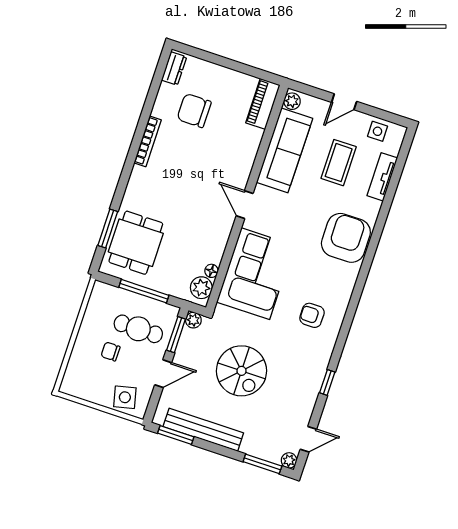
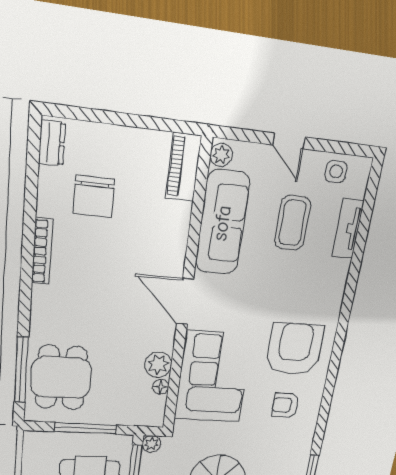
door: (344, 102) -> (289, 141), hinge flipped
chair: (194, 110) -> (94, 196), turned -90
door: (245, 205) -> (185, 301), width x1.38
window: (108, 229) -> (21, 370), width x1.44
armchair: (346, 238) -> (295, 349), moved
plant: (201, 288) -> (158, 365), moved

